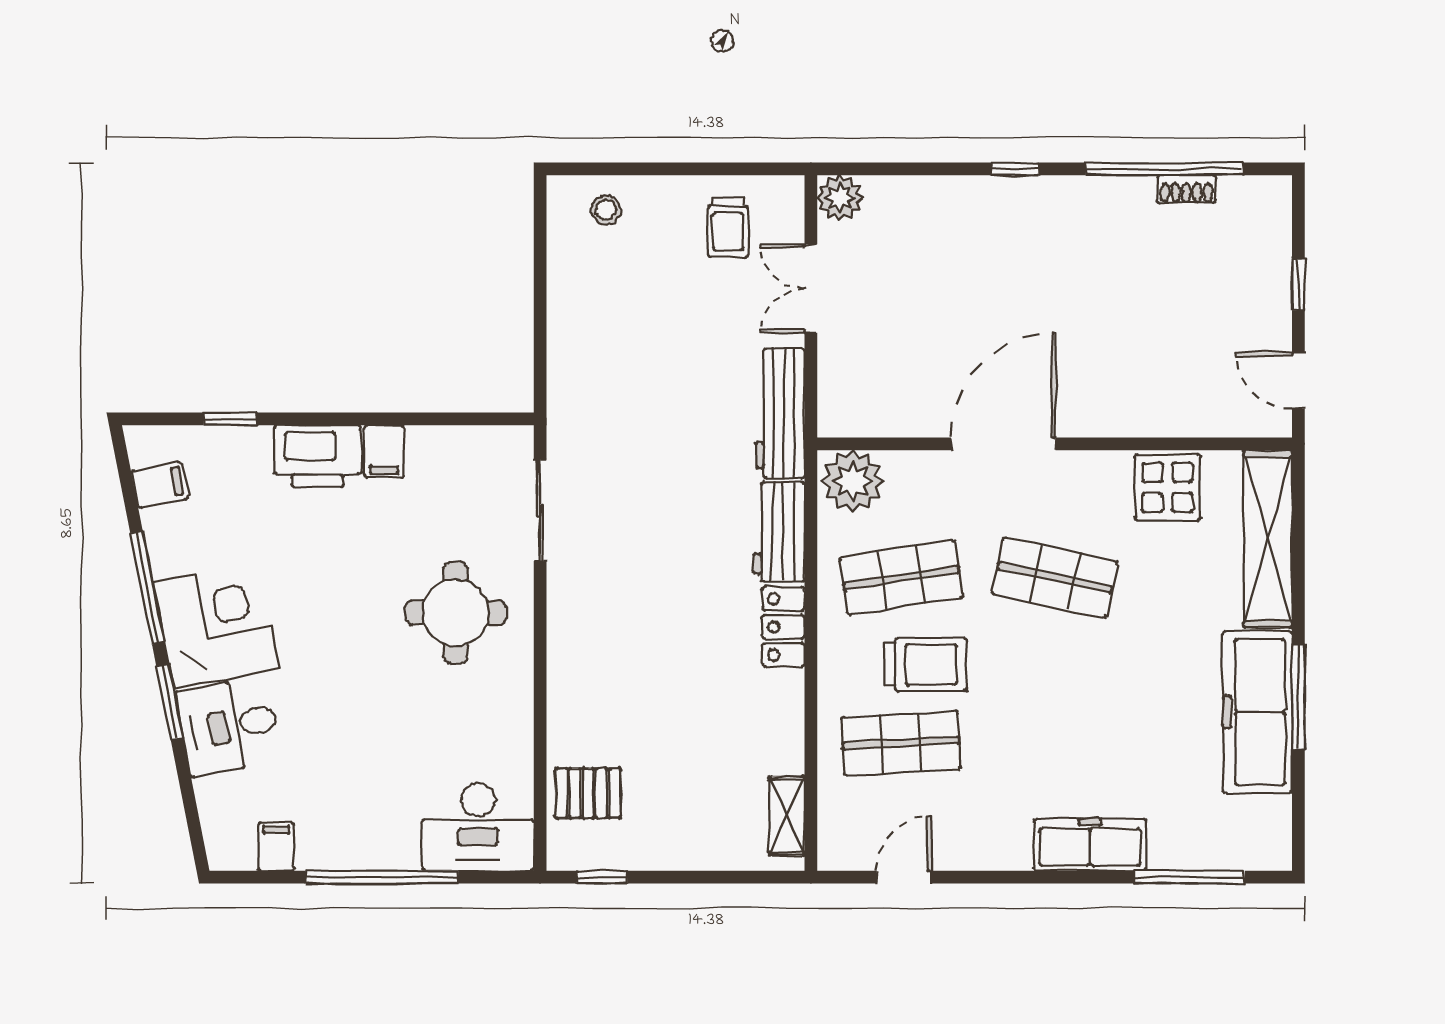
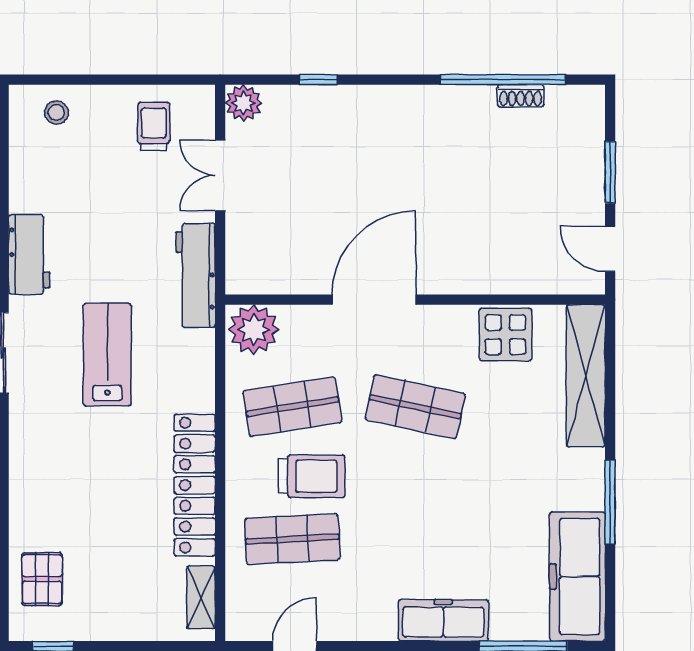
window: (1015, 169) -> (318, 80), moved
trolley: (728, 227) -> (154, 126), turned 180
window: (1298, 284) -> (610, 172), width x1.50
lab bench: (670, 513) -> (107, 355), added
workbench: (779, 532) -> (29, 254), moved, turned 180
locker: (783, 627) -> (195, 485), width x2.16, depth x1.21
freezer: (1257, 712) -> (577, 576), moved
pallet: (588, 793) -> (42, 579), turned 90

